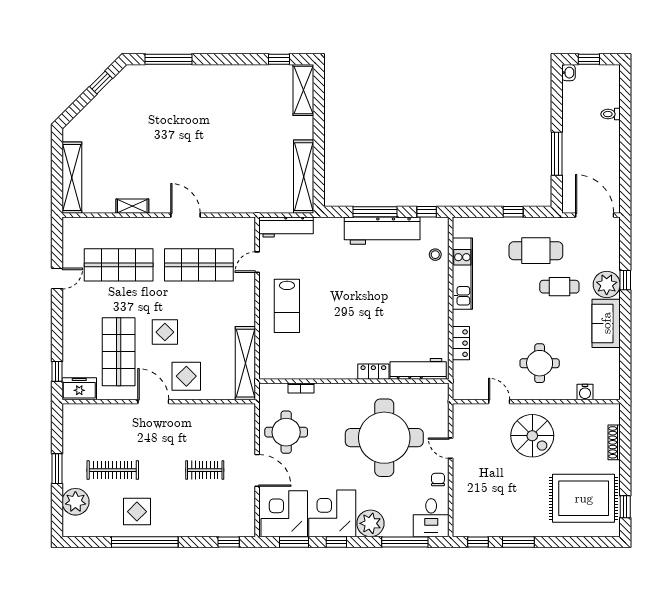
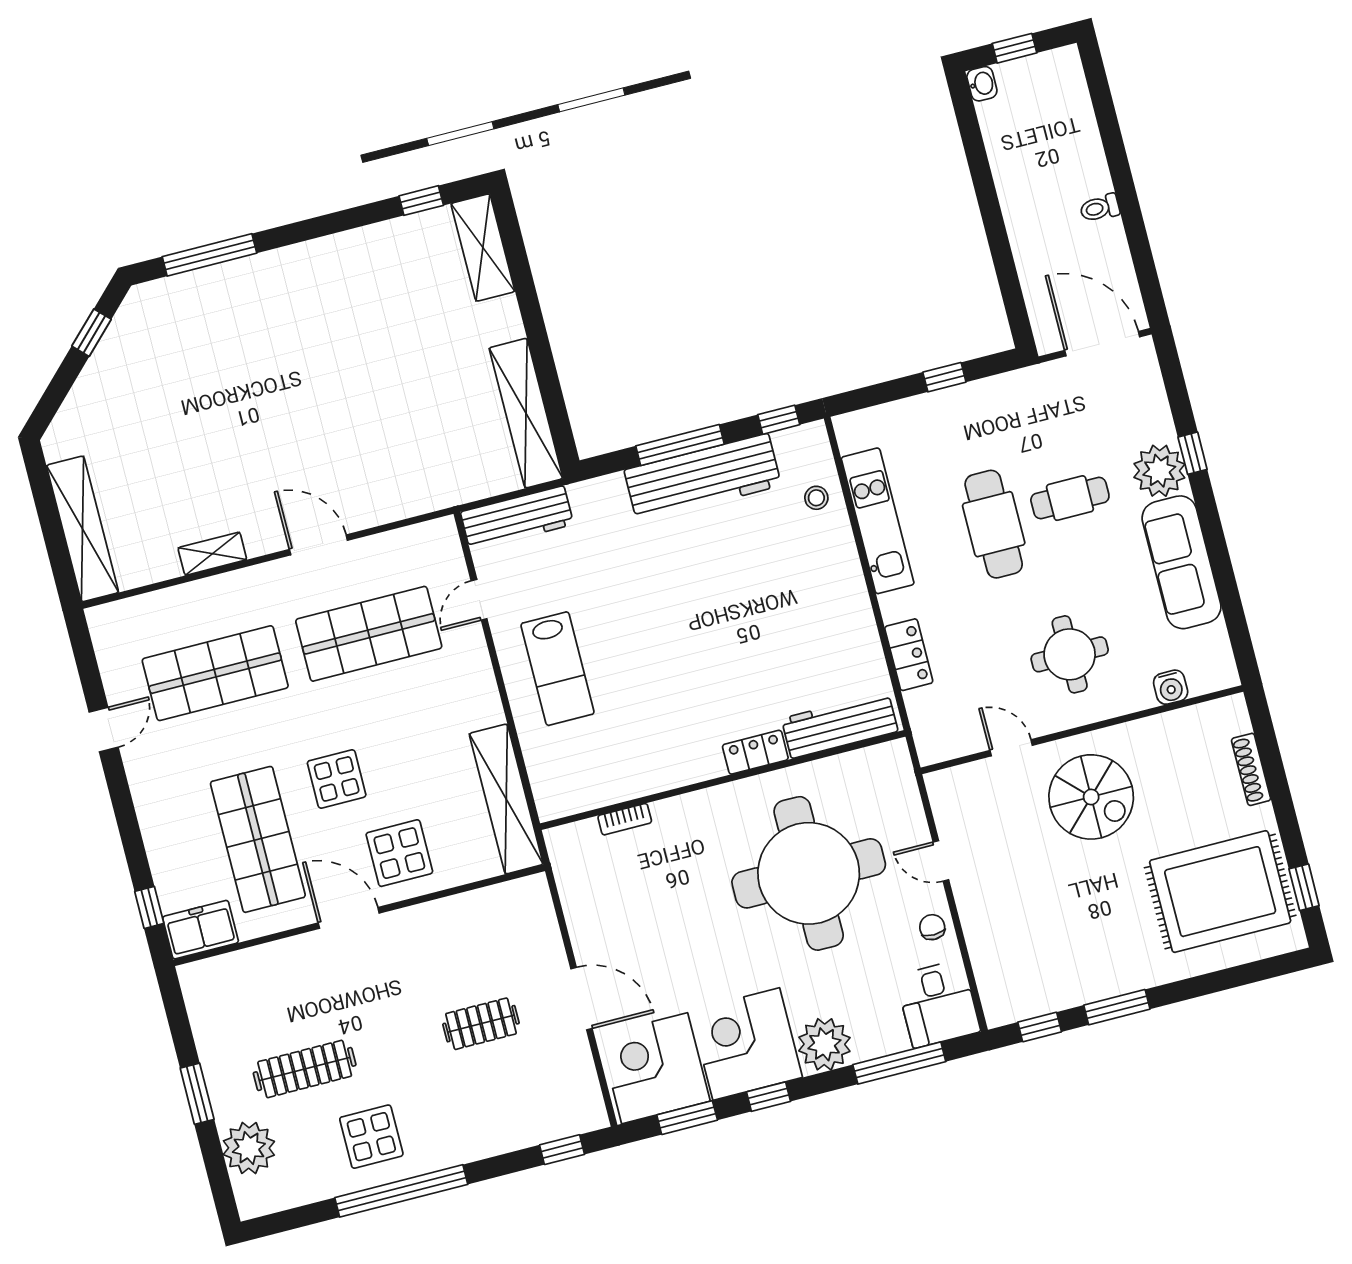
toilet: (611, 114) -> (1100, 208), moved
window: (557, 154) -> (999, 245), removed
cafe table: (536, 251) -> (994, 524), moved, turned 90
sofa: (606, 323) -> (1182, 562), width x1.36
round table: (286, 432) -> (618, 911), removed

